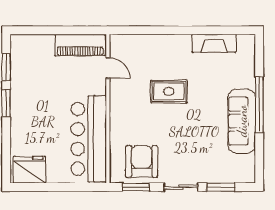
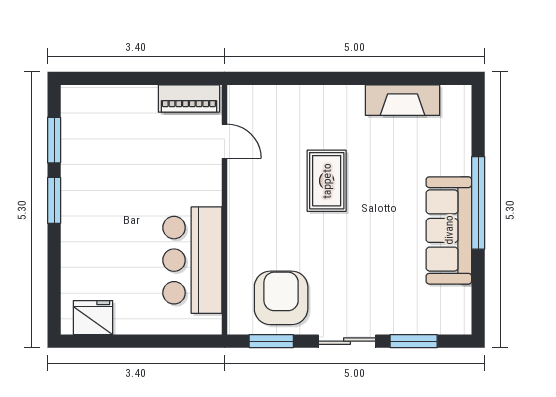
piano: (80, 45) -> (189, 98), width x0.73, depth x0.75
rug: (169, 91) -> (327, 181), turned 90
bar counter: (89, 139) -> (192, 260), width x0.73
fridge: (29, 170) -> (93, 318), width x0.73, depth x0.75

